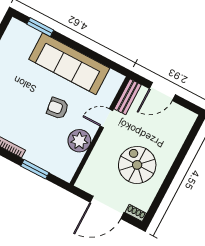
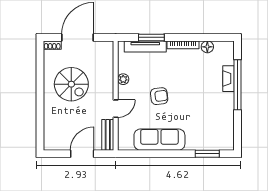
sofa: (69, 64) -> (159, 140), width x0.74, depth x0.79
plant: (79, 141) -> (123, 79), width x0.53, depth x0.53
tv unit: (46, 164) -> (145, 46), added

